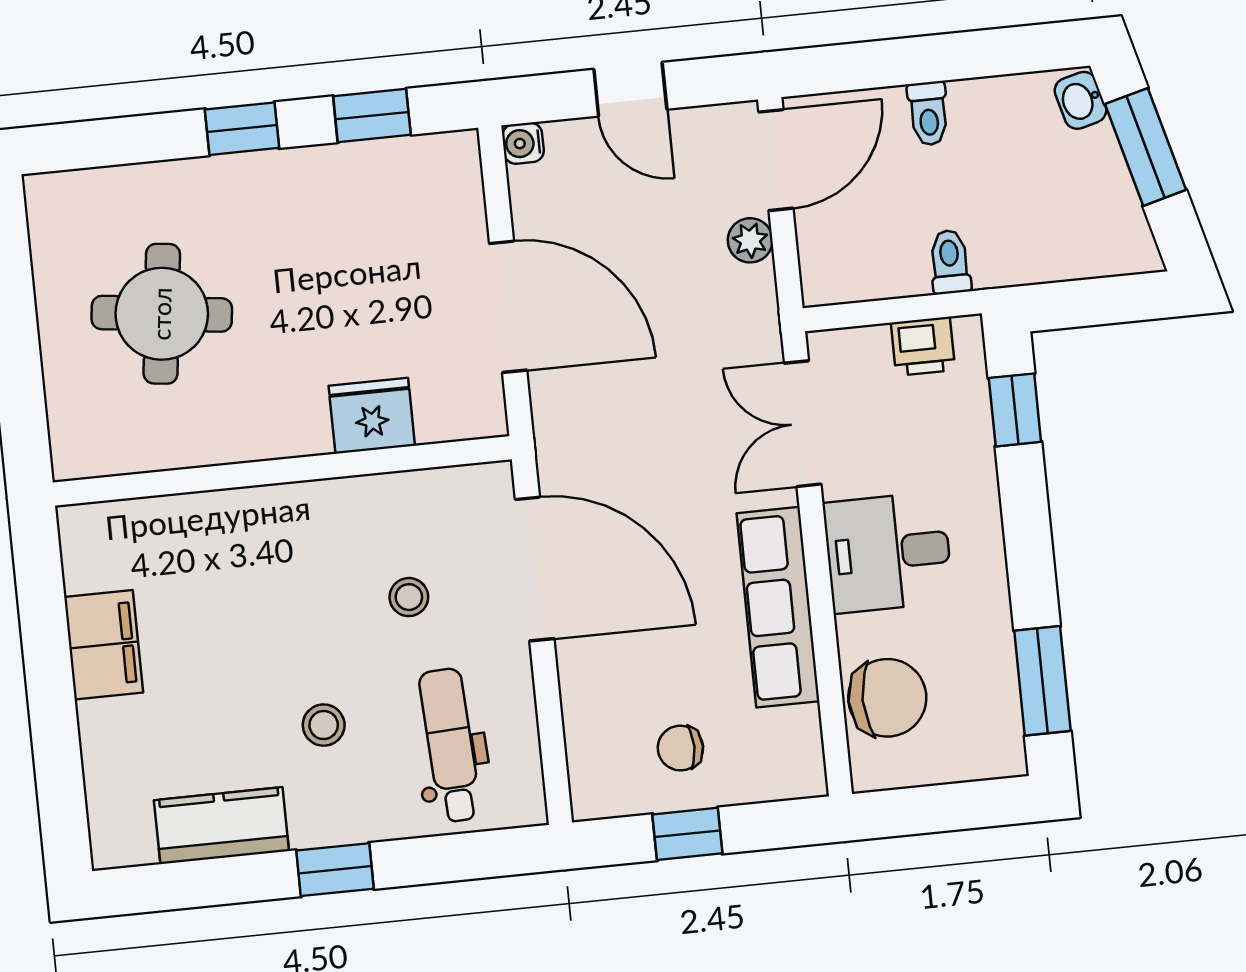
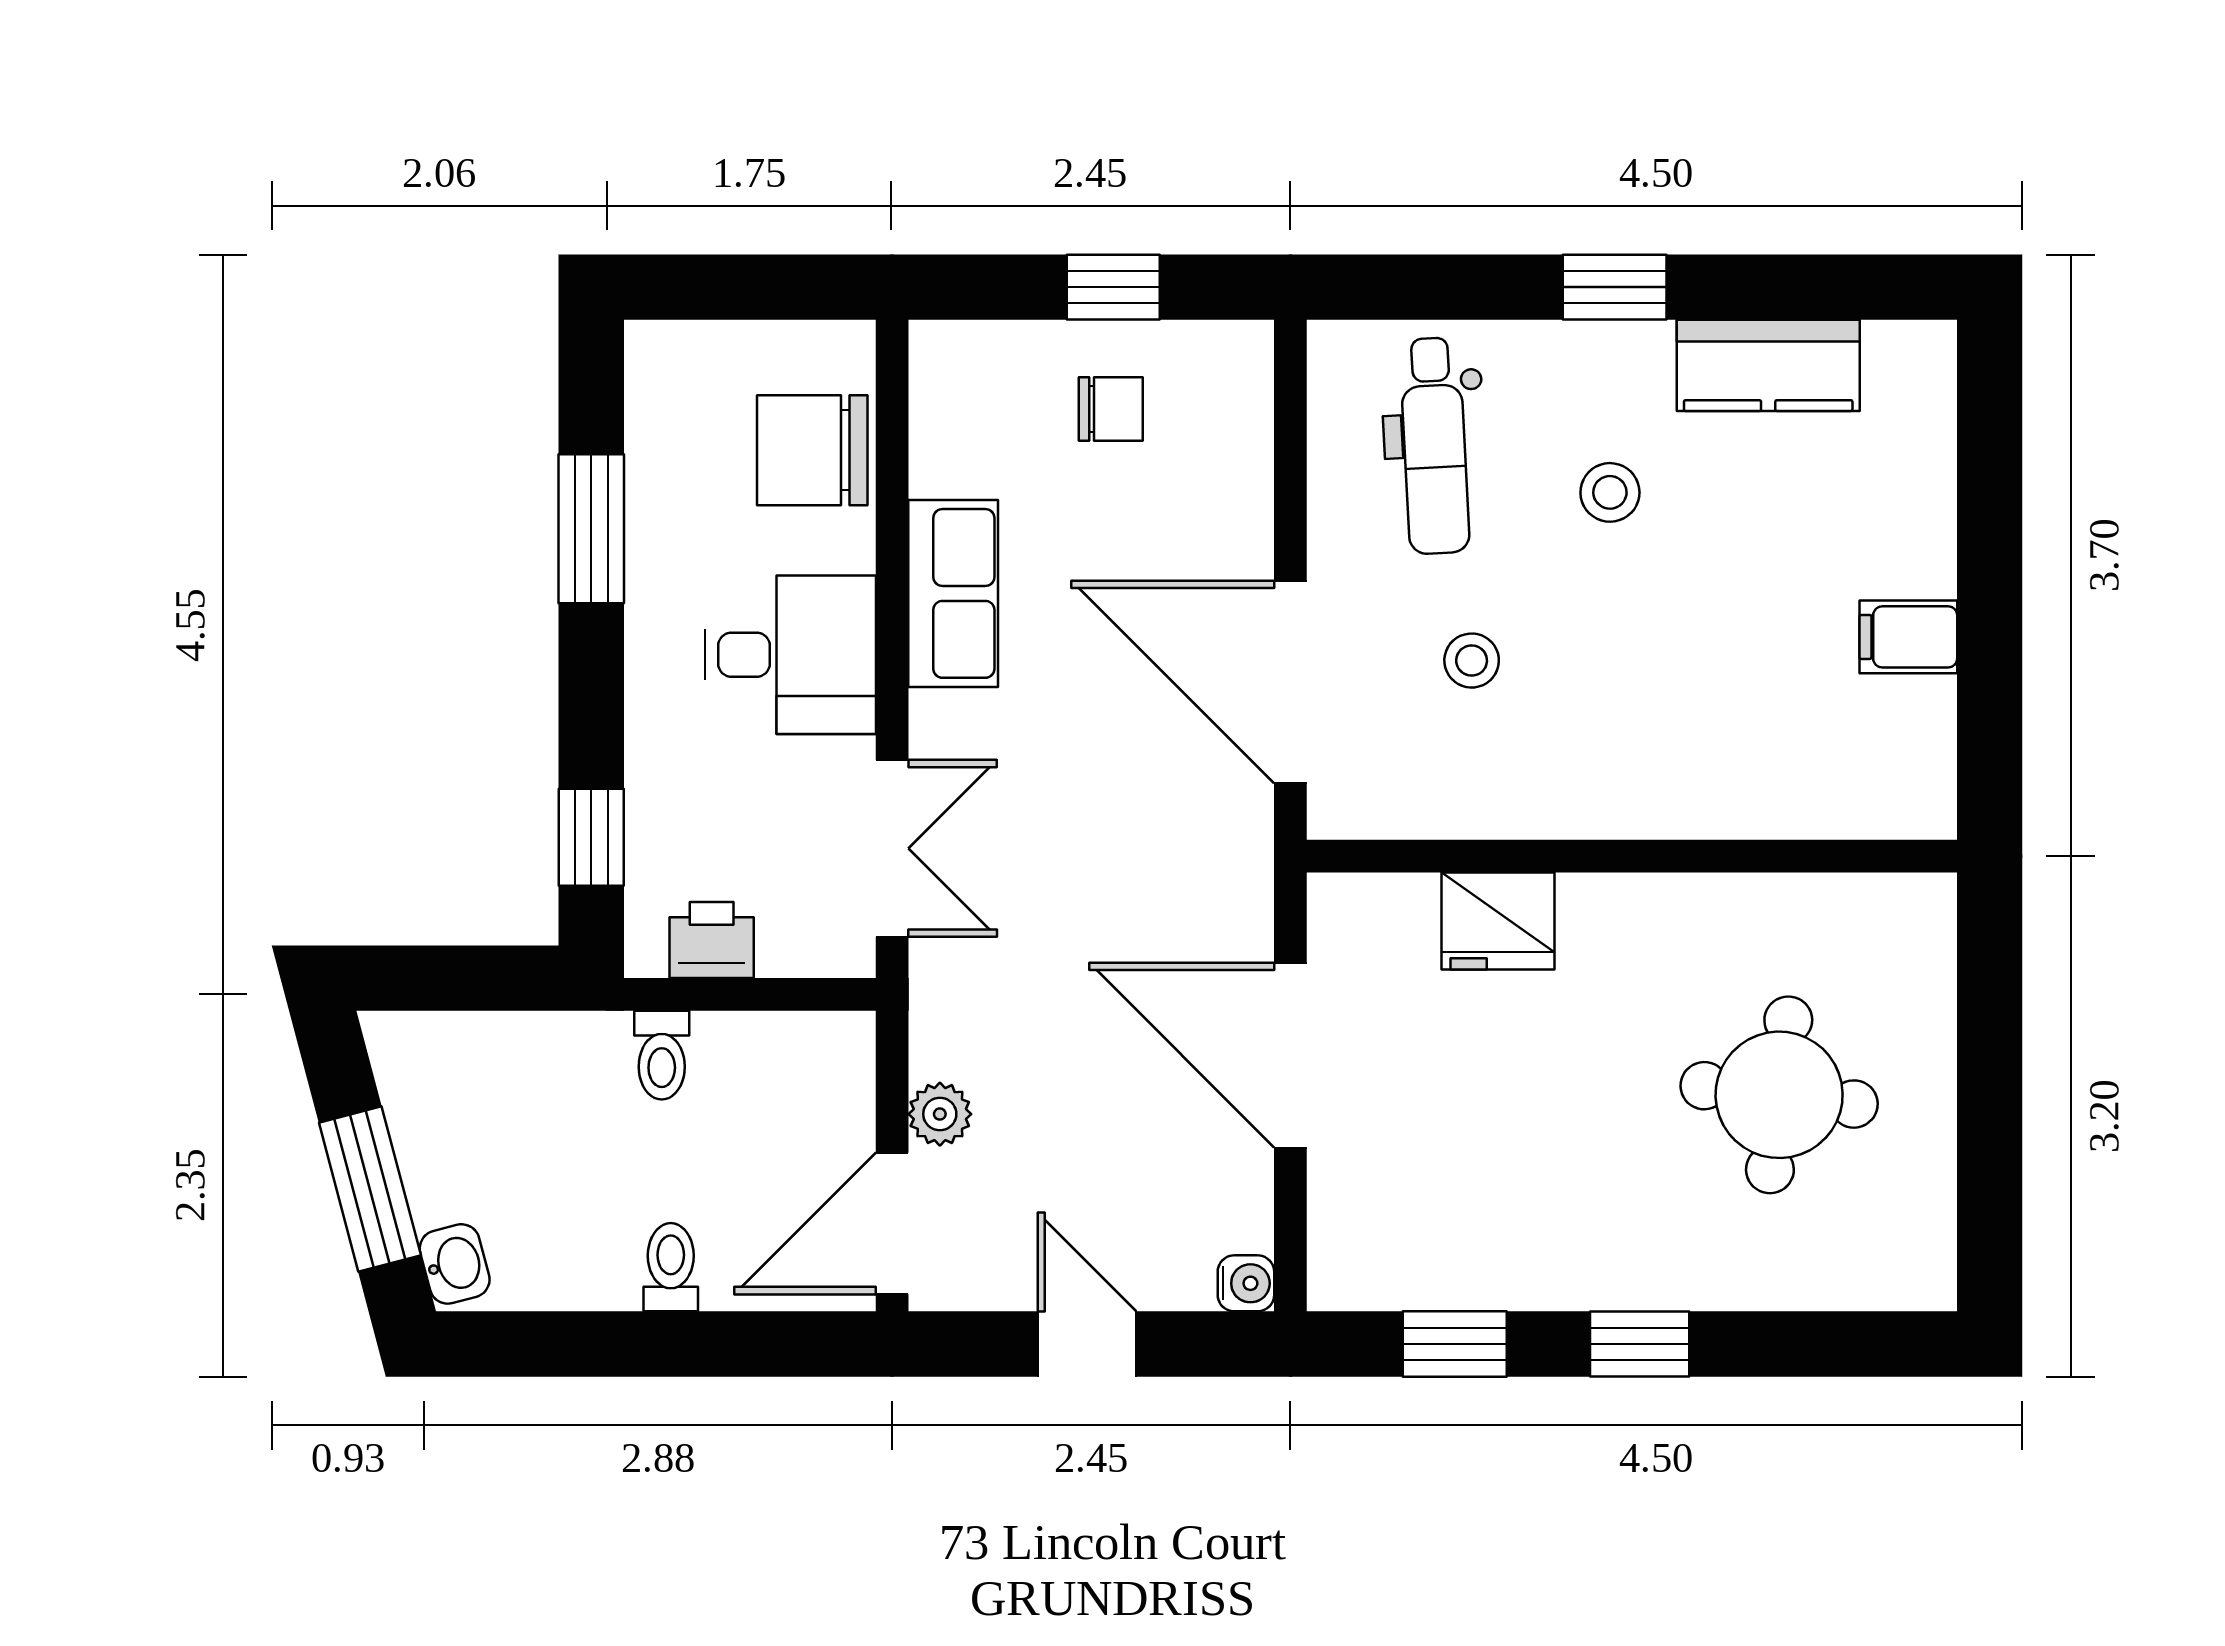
row of seats: (778, 607) -> (953, 593), width x0.68
filing cabinet: (104, 645) -> (1908, 637), width x0.50
window: (1042, 681) -> (591, 529), moved

